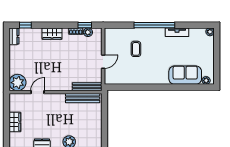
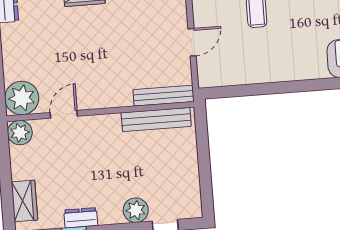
plant: (15, 99) -> (20, 133), added
wardrobe: (15, 122) -> (24, 201), moved

